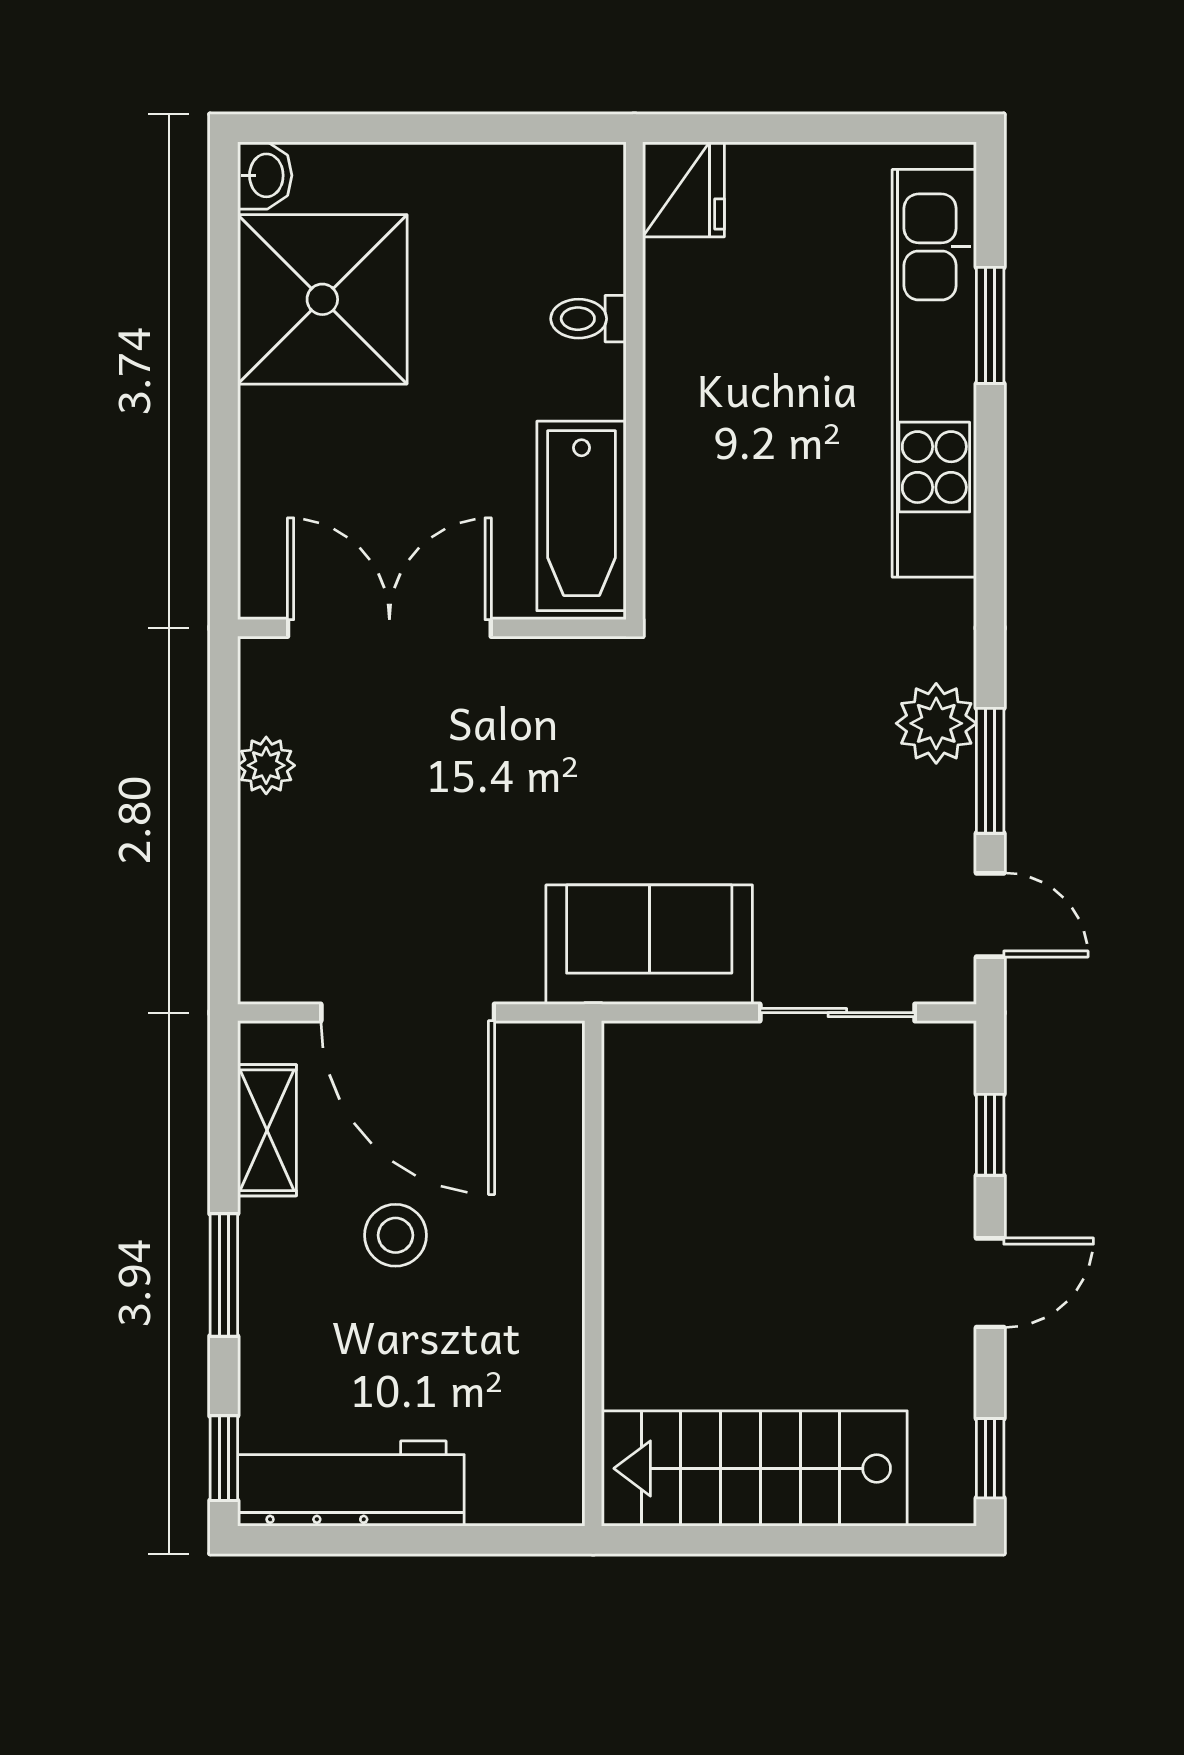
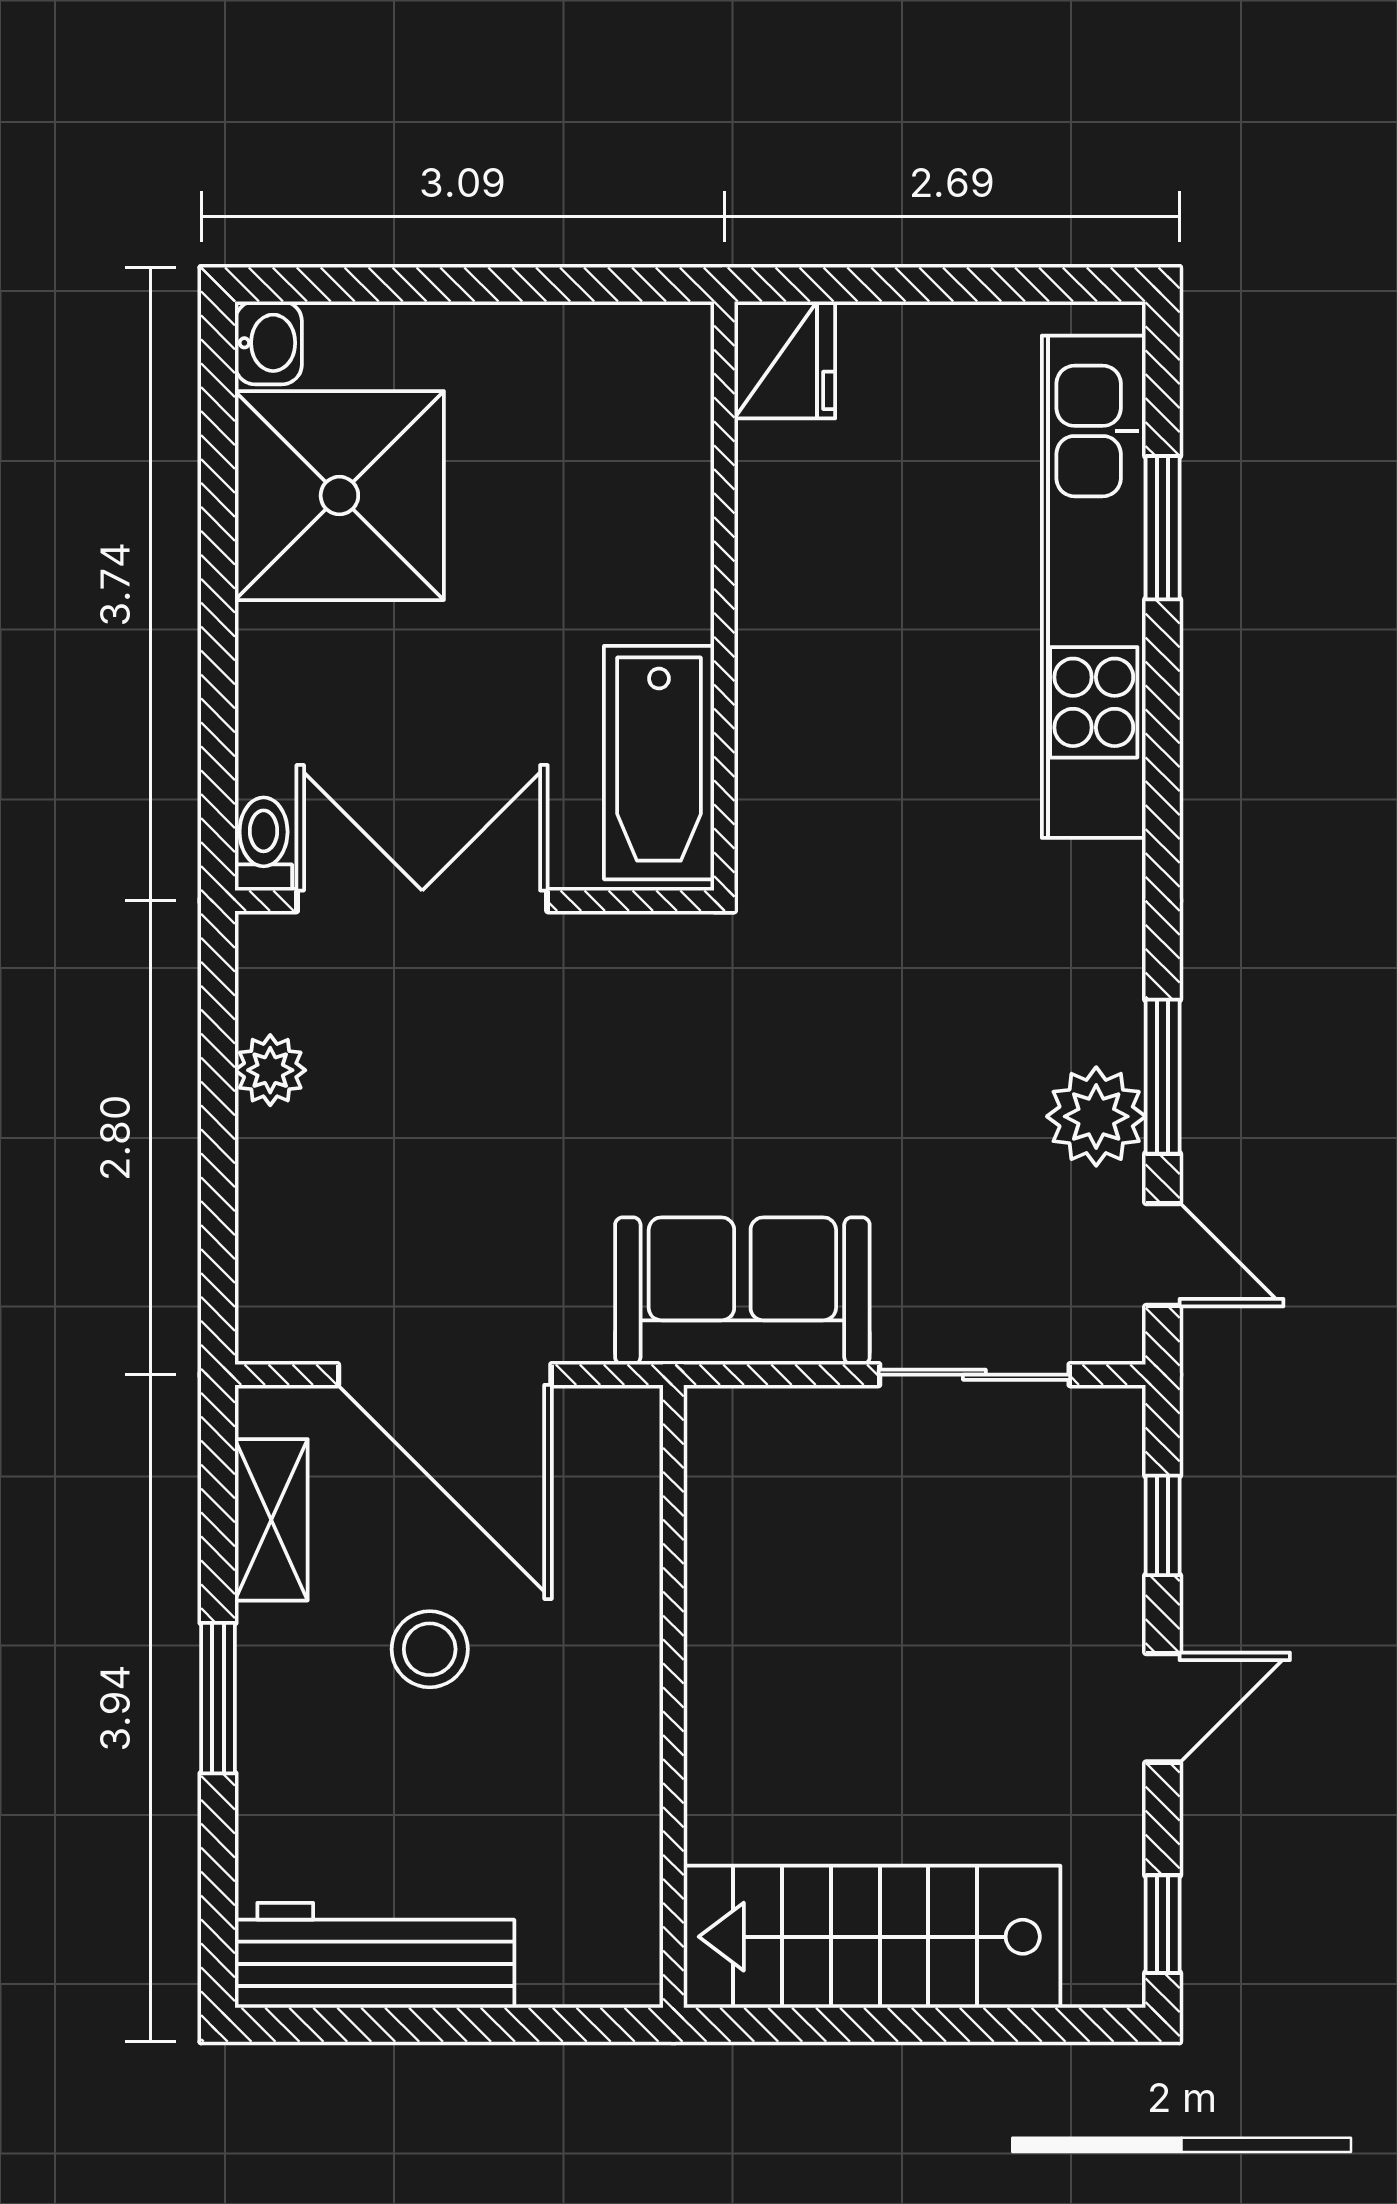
toilet: (588, 319) -> (264, 844), moved, turned 90
plant: (936, 723) -> (1096, 1116), moved
window: (224, 1458) -> (218, 1924), removed

